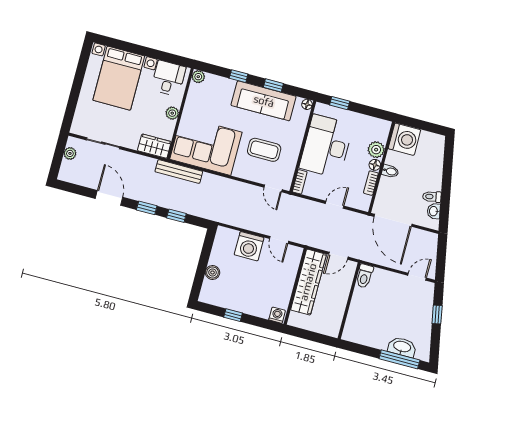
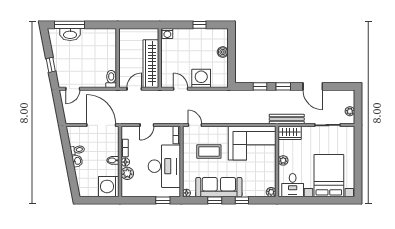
bench: (179, 172) -> (287, 119), moved
washbasin: (434, 211) -> (77, 161), moved

